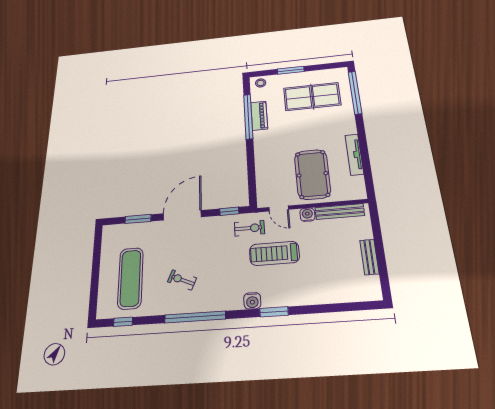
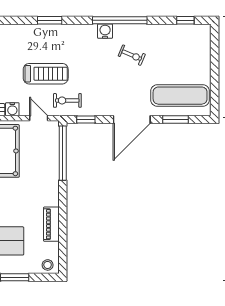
window: (248, 117) -> (63, 153), moved
exercise mat: (130, 278) -> (180, 96), moved, turned 90
water cooler: (252, 301) -> (105, 31), moved

